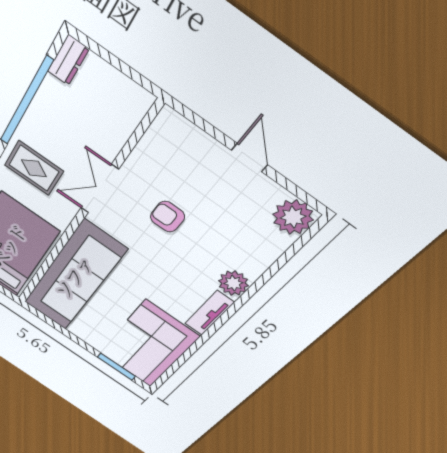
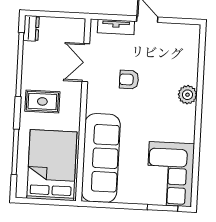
double door: (99, 189) -> (86, 63), moved
plant: (293, 217) -> (189, 35), removed
tv unit: (209, 313) -> (116, 27), moved, turned -90

